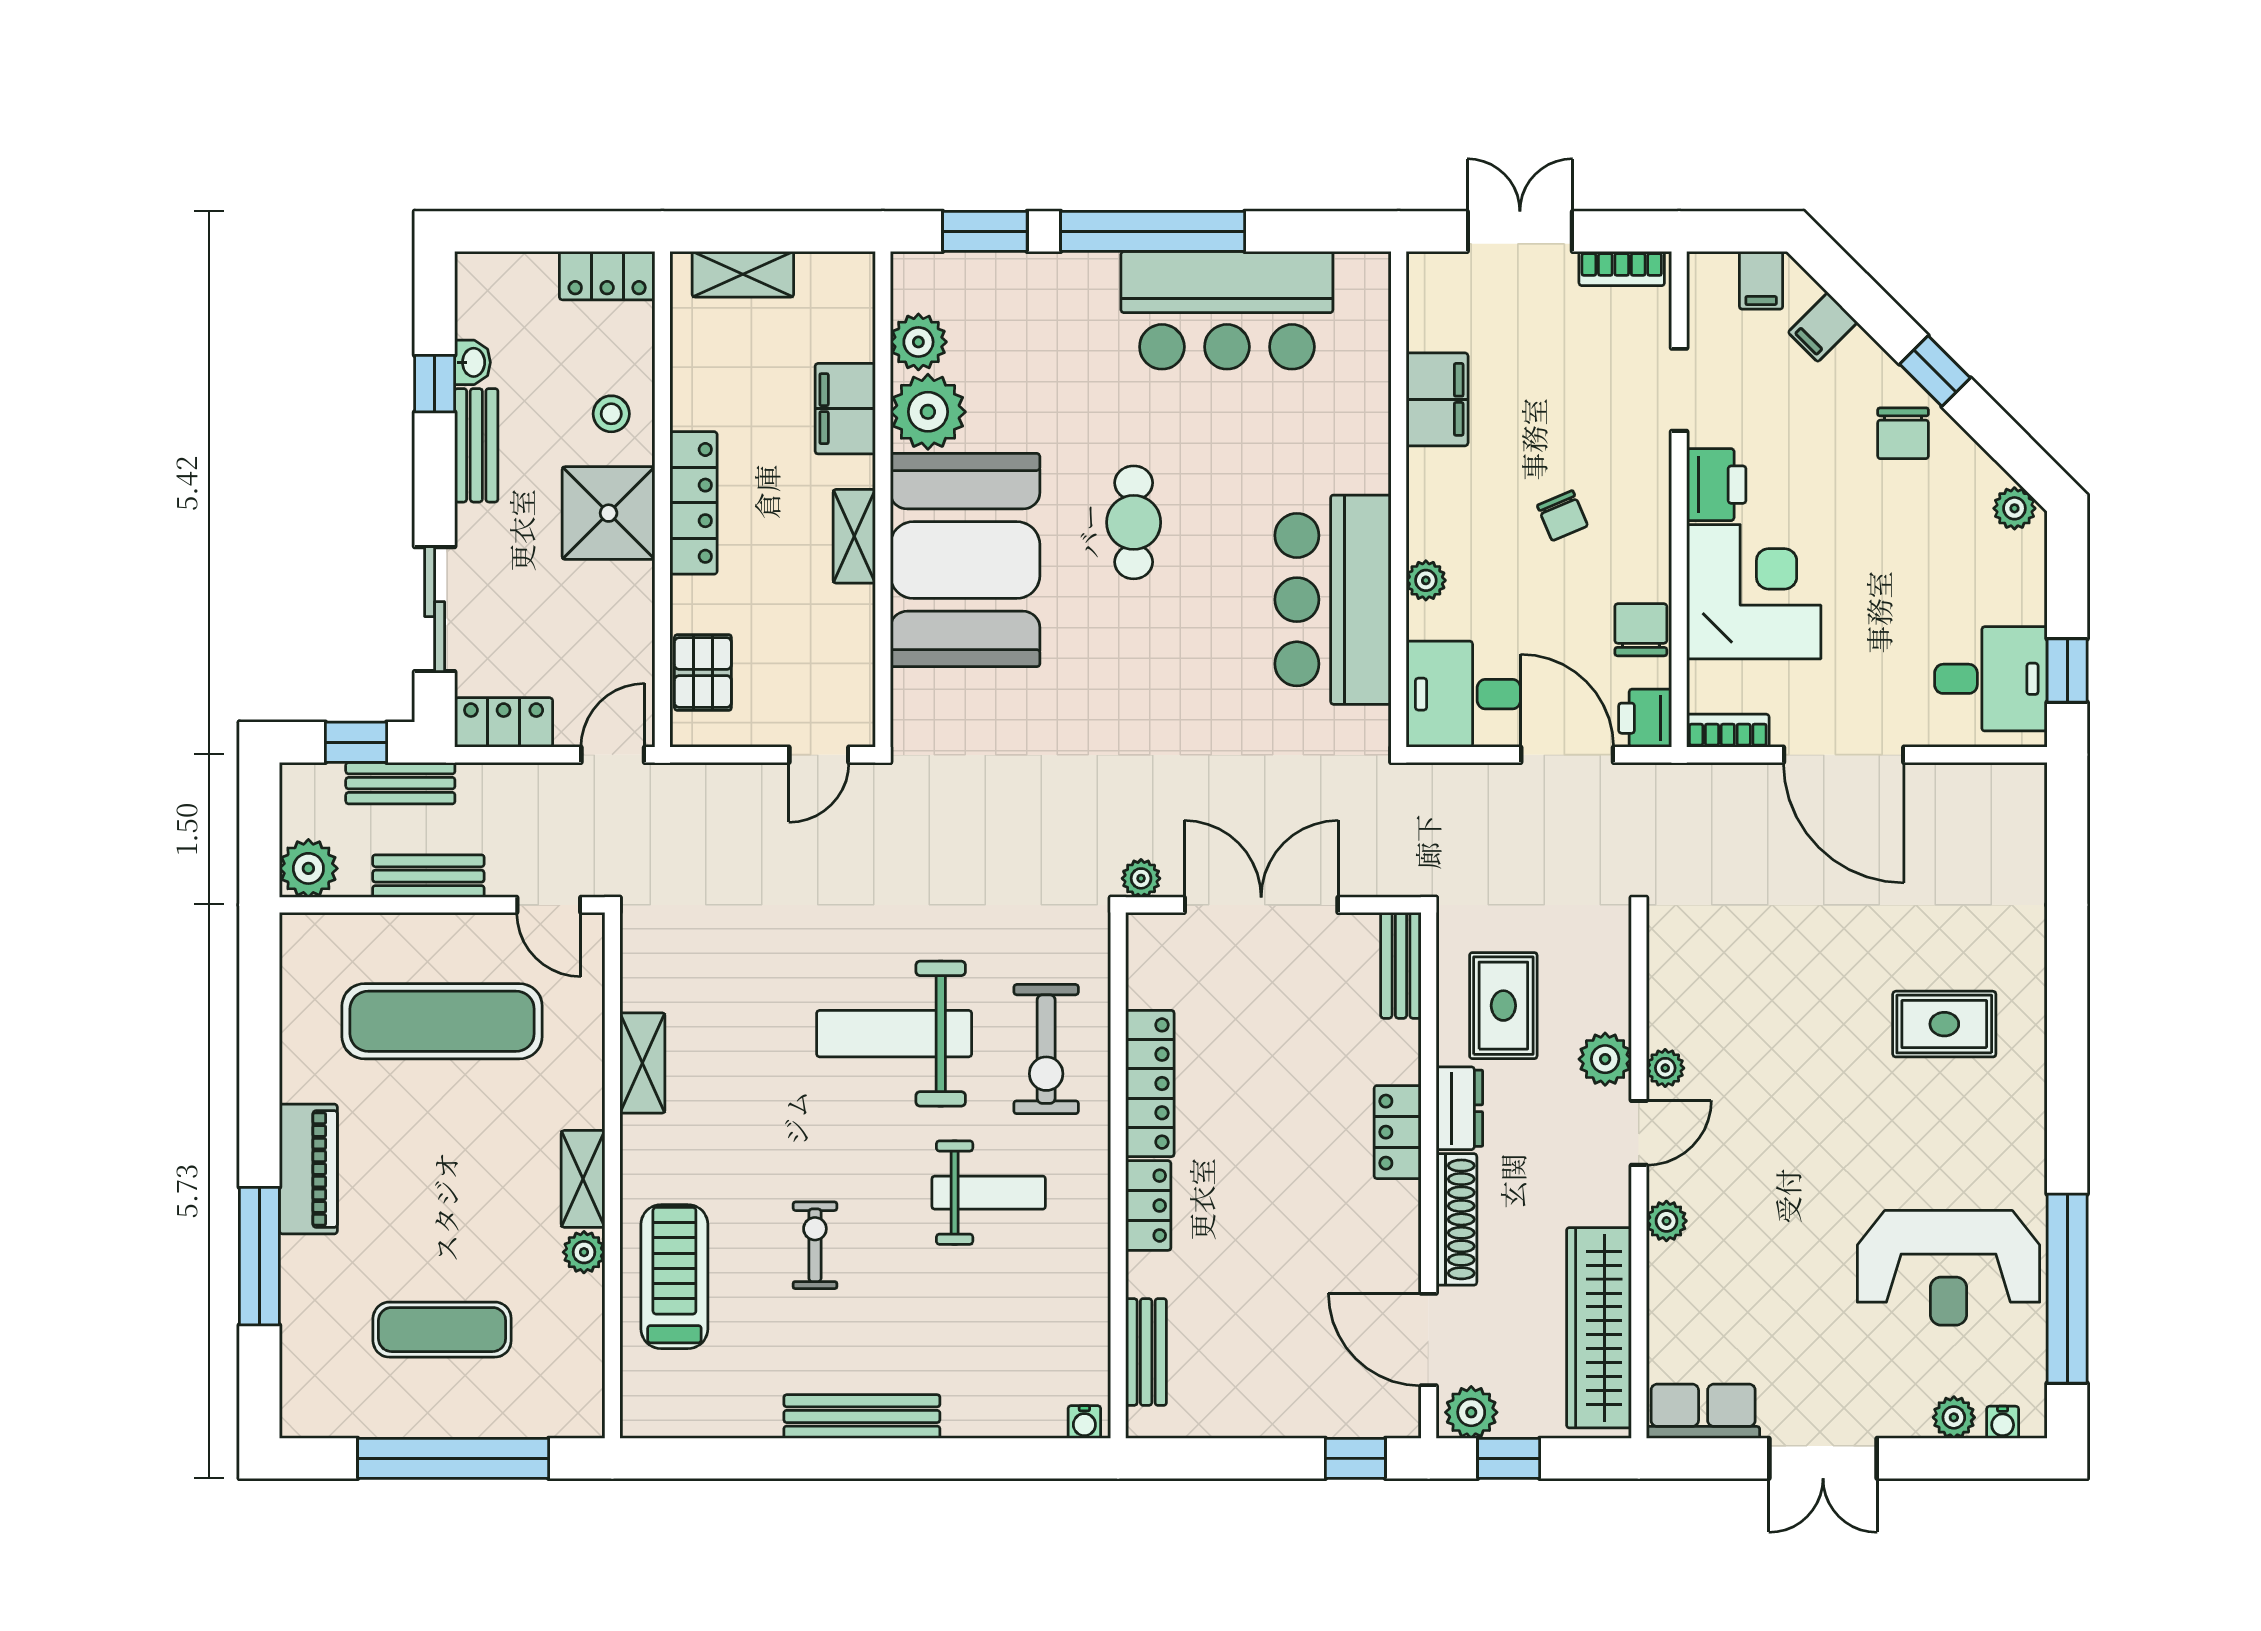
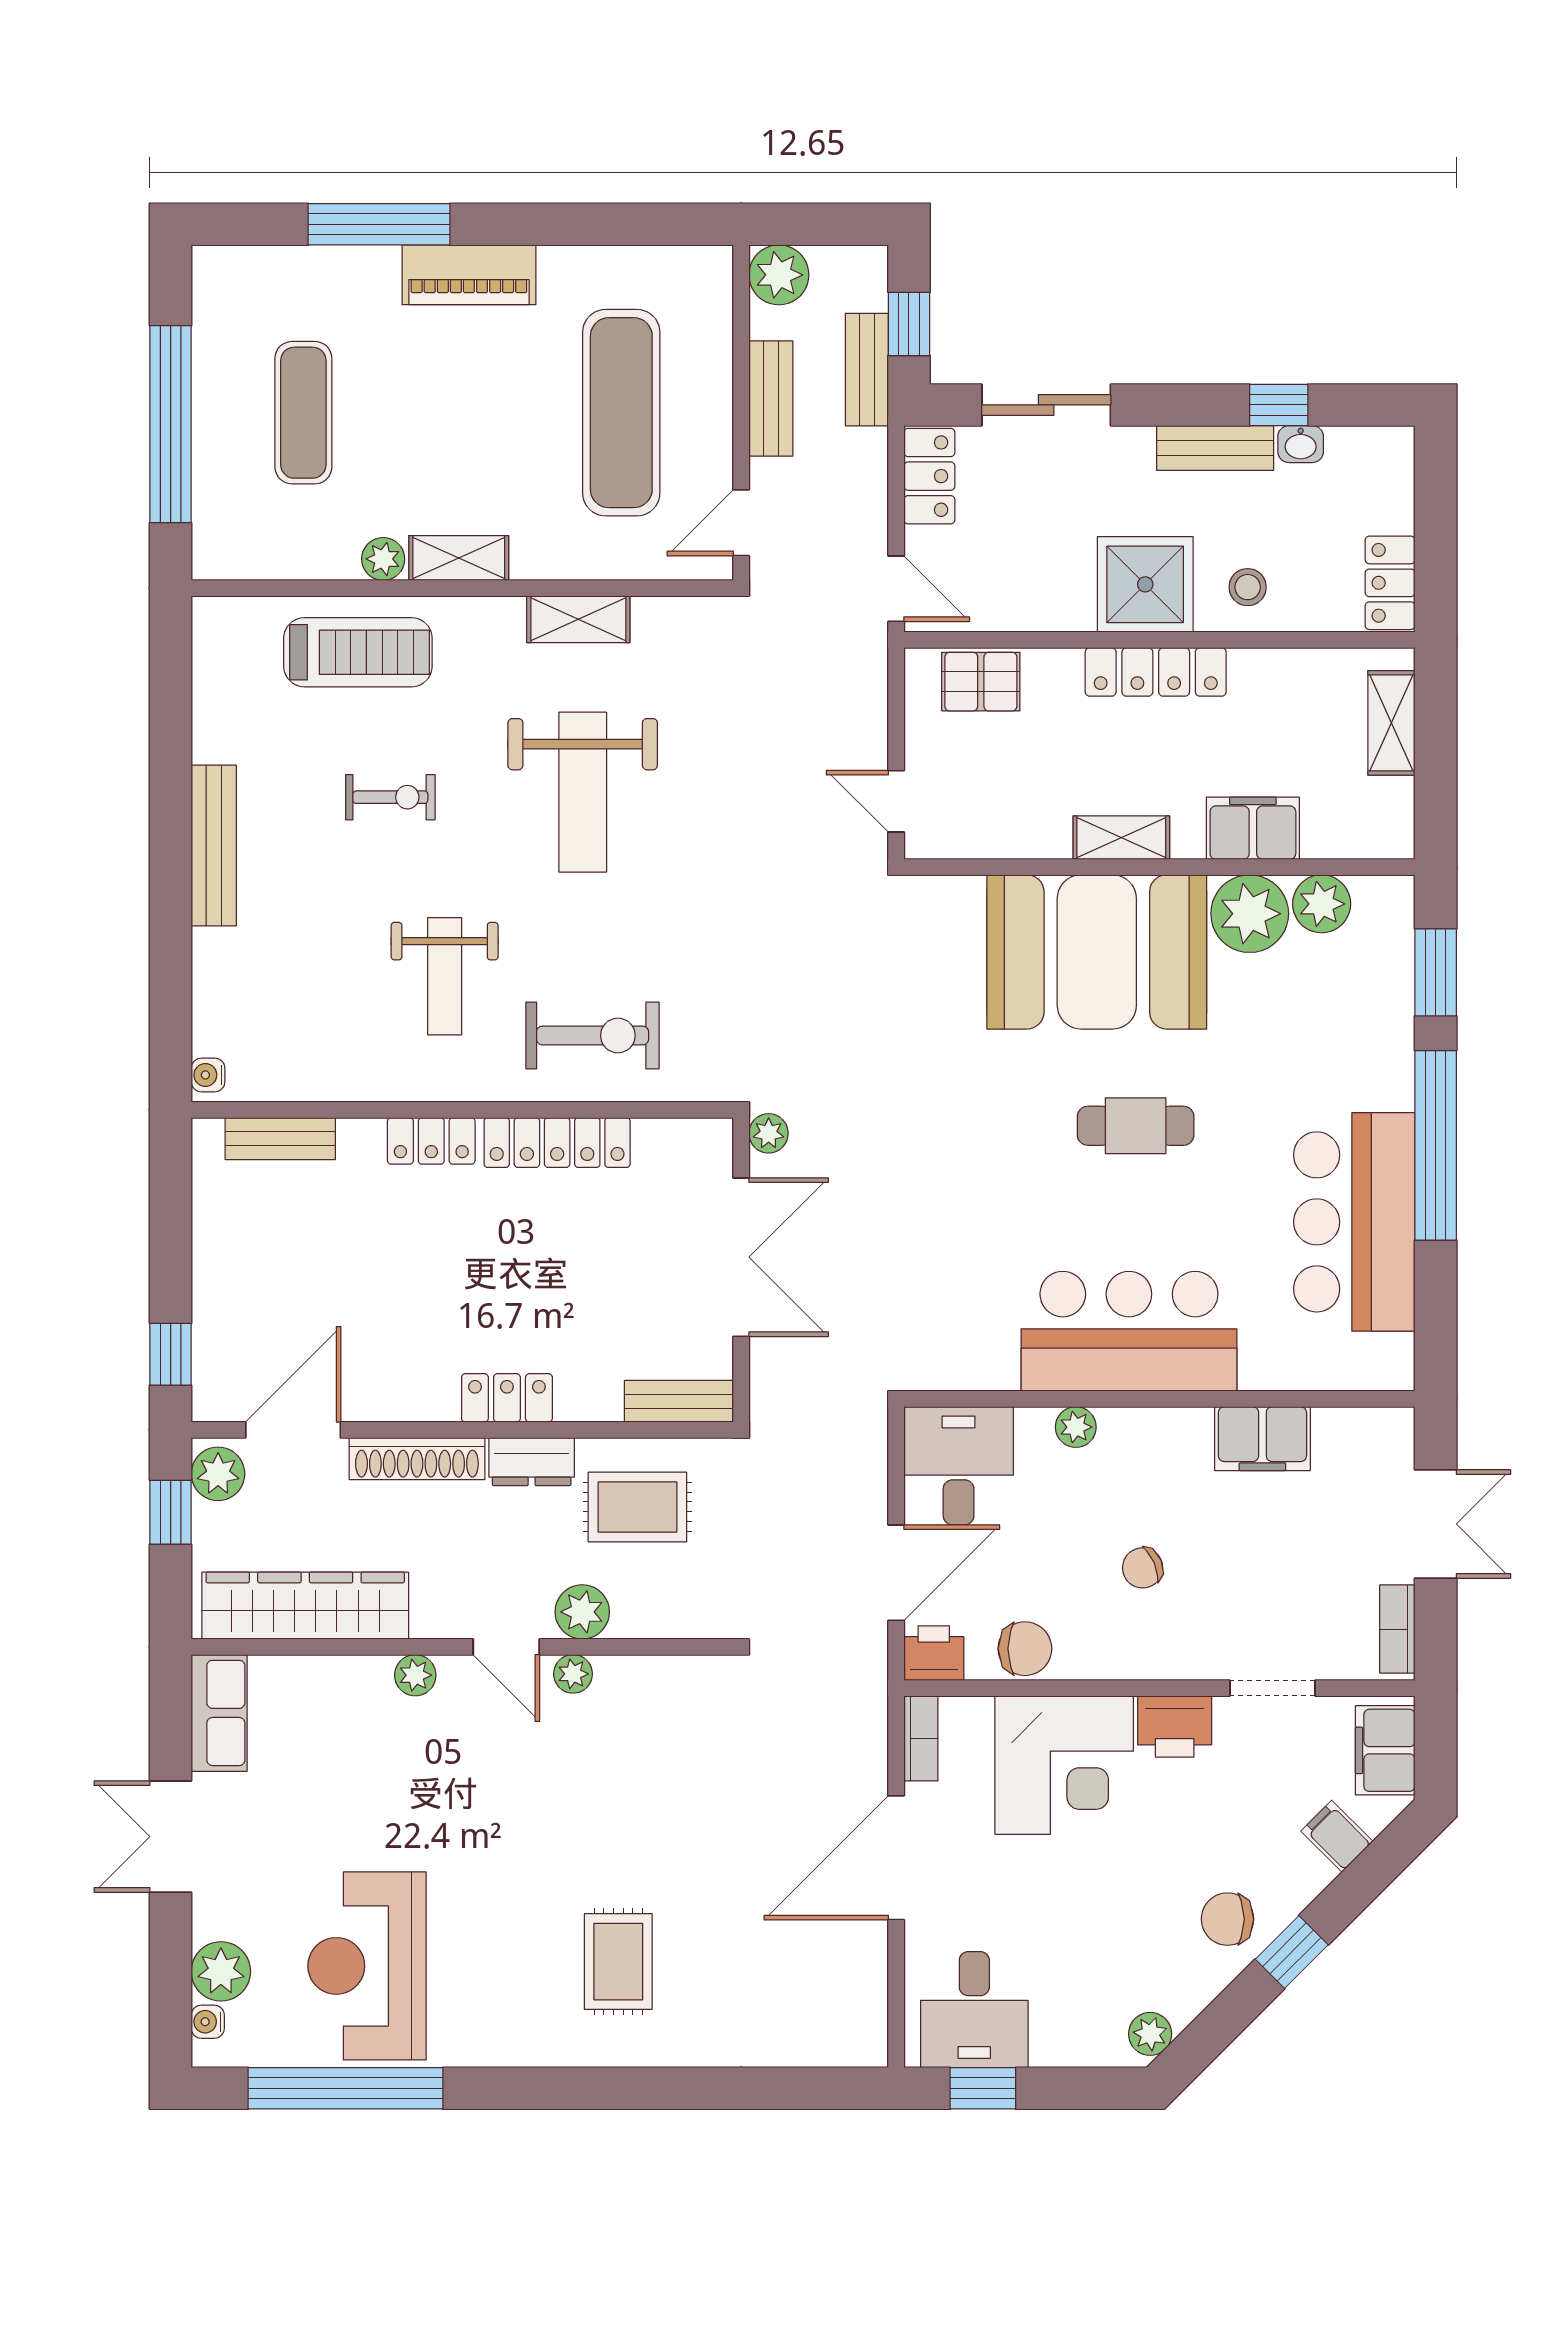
filing cabinet: (1761, 280) -> (1385, 1750), width x2.00
bar counter: (1333, 600) -> (1129, 1331), moved
weight bench: (894, 1034) -> (583, 792), moved, turned 180
exercise bike: (1046, 1049) -> (593, 1036), turned 180
plant: (1954, 1417) -> (221, 1971), width x1.38, depth x1.38

